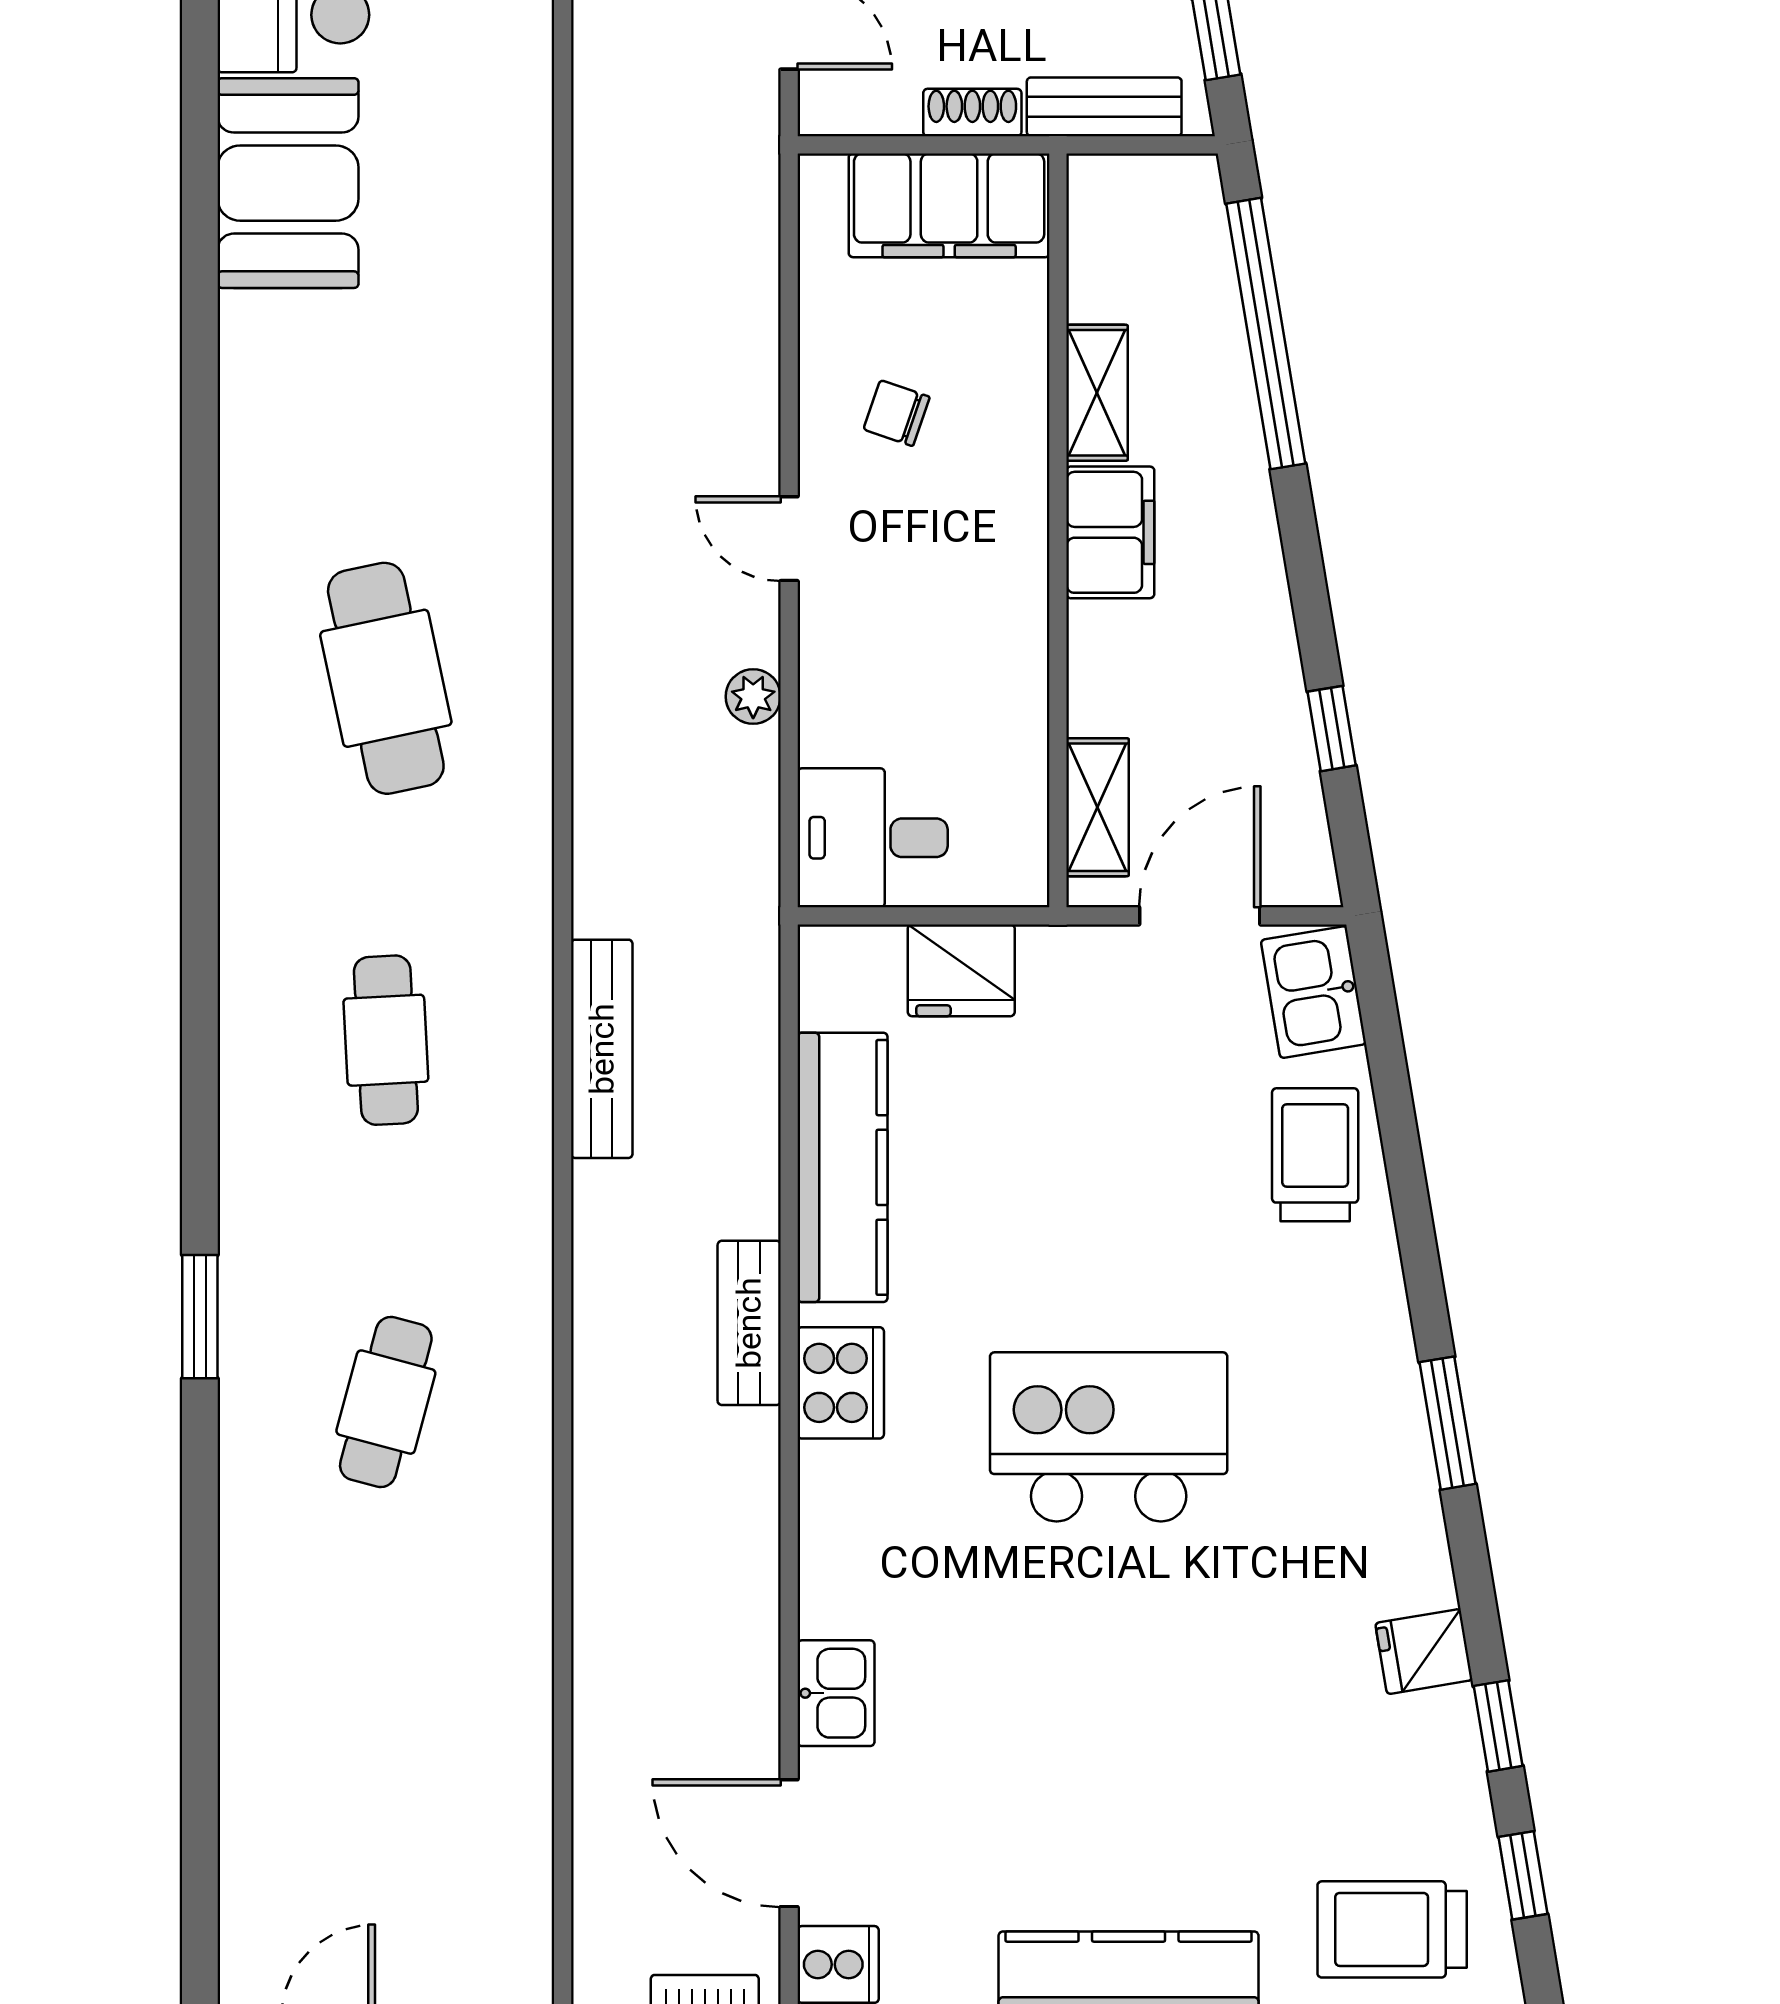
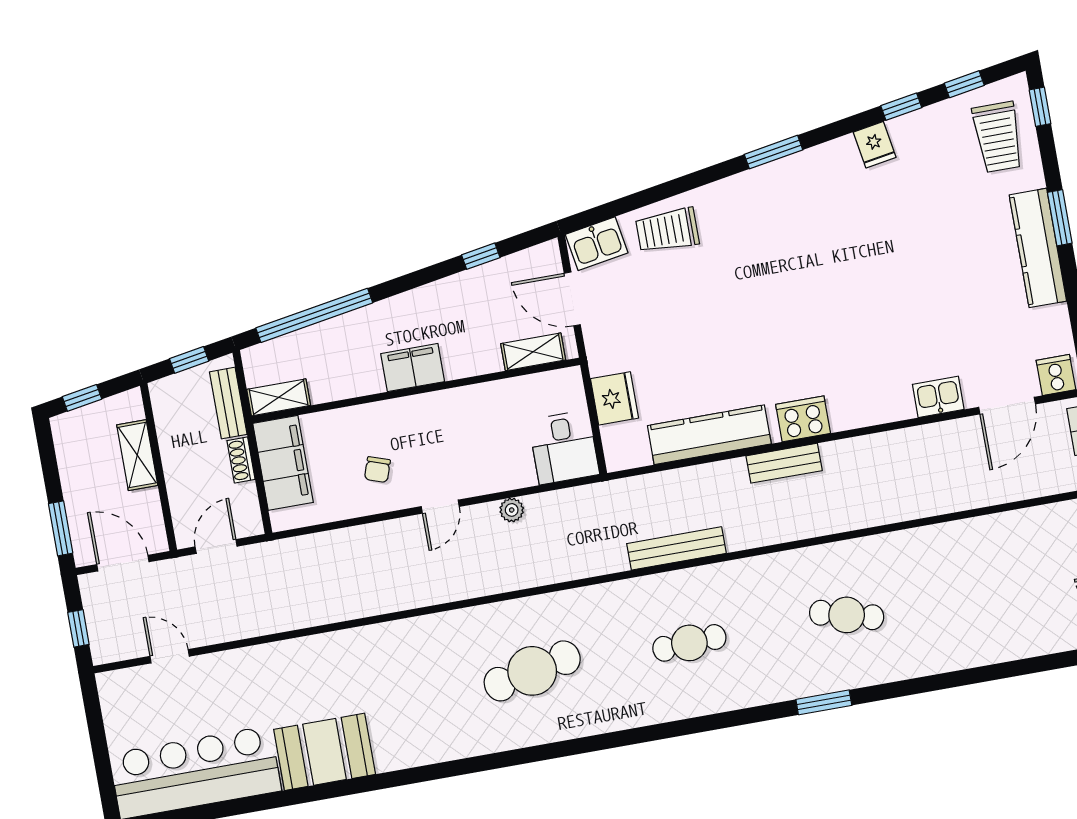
shelving: (1097, 393) -> (279, 397), moved
kitchen island: (1109, 1437) -> (806, 298), removed

